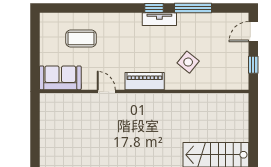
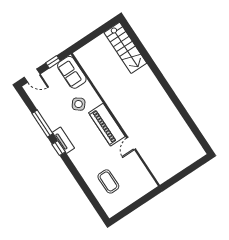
sofa: (60, 78) -> (72, 72), moved
piano: (145, 81) -> (107, 125), width x1.37, depth x1.33

